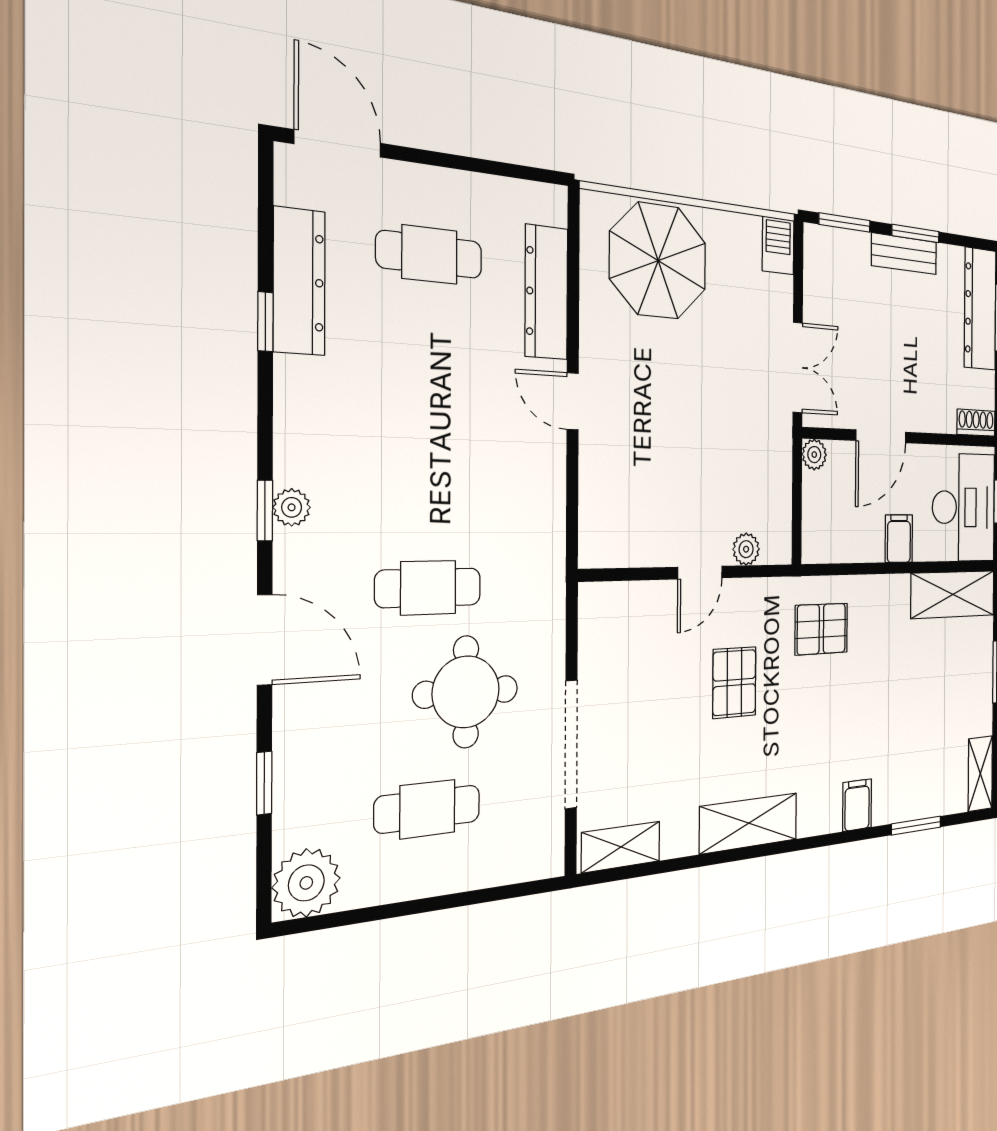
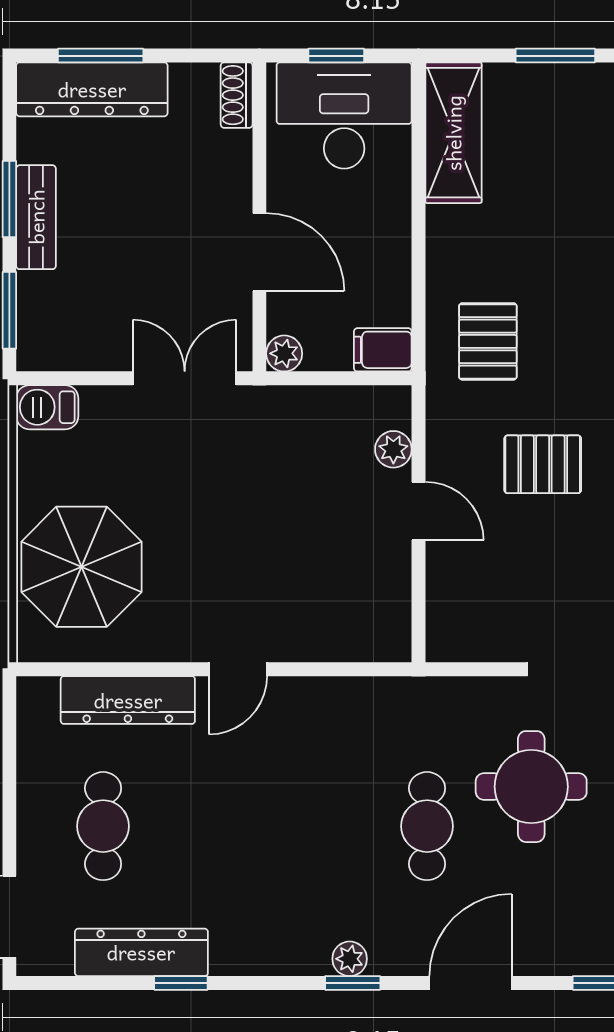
filing cabinet: (899, 539) -> (383, 350), moved

